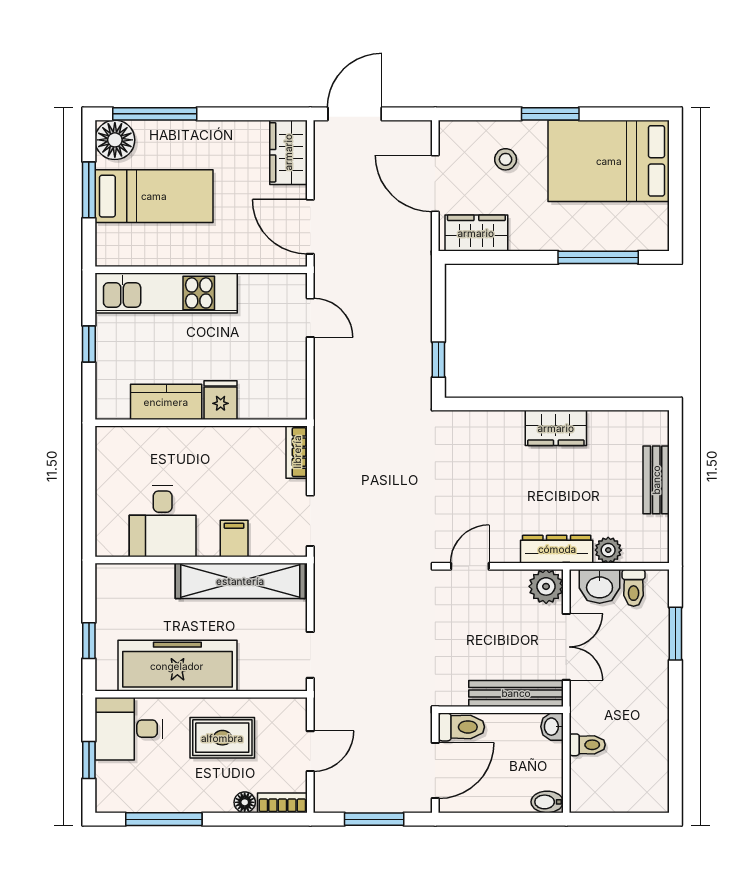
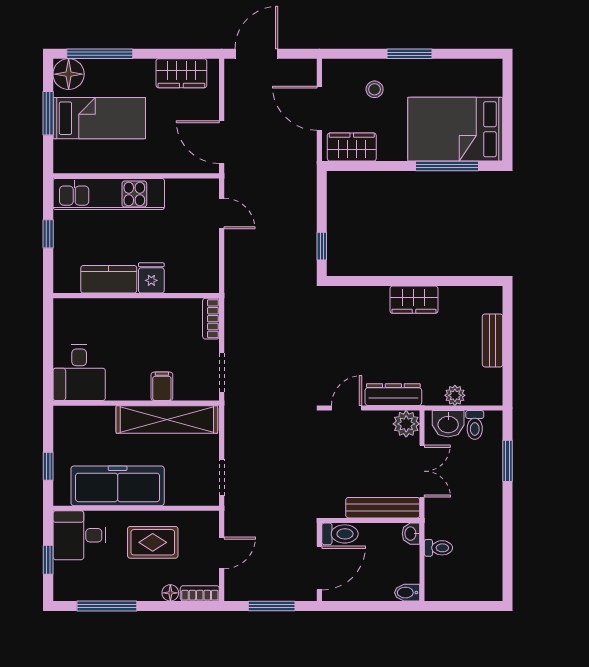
wardrobe: (288, 152) -> (181, 73), moved, turned -90
bed: (609, 161) -> (455, 129), moved
desk: (163, 521) -> (79, 373), moved
dresser: (557, 549) -> (393, 395), moved

